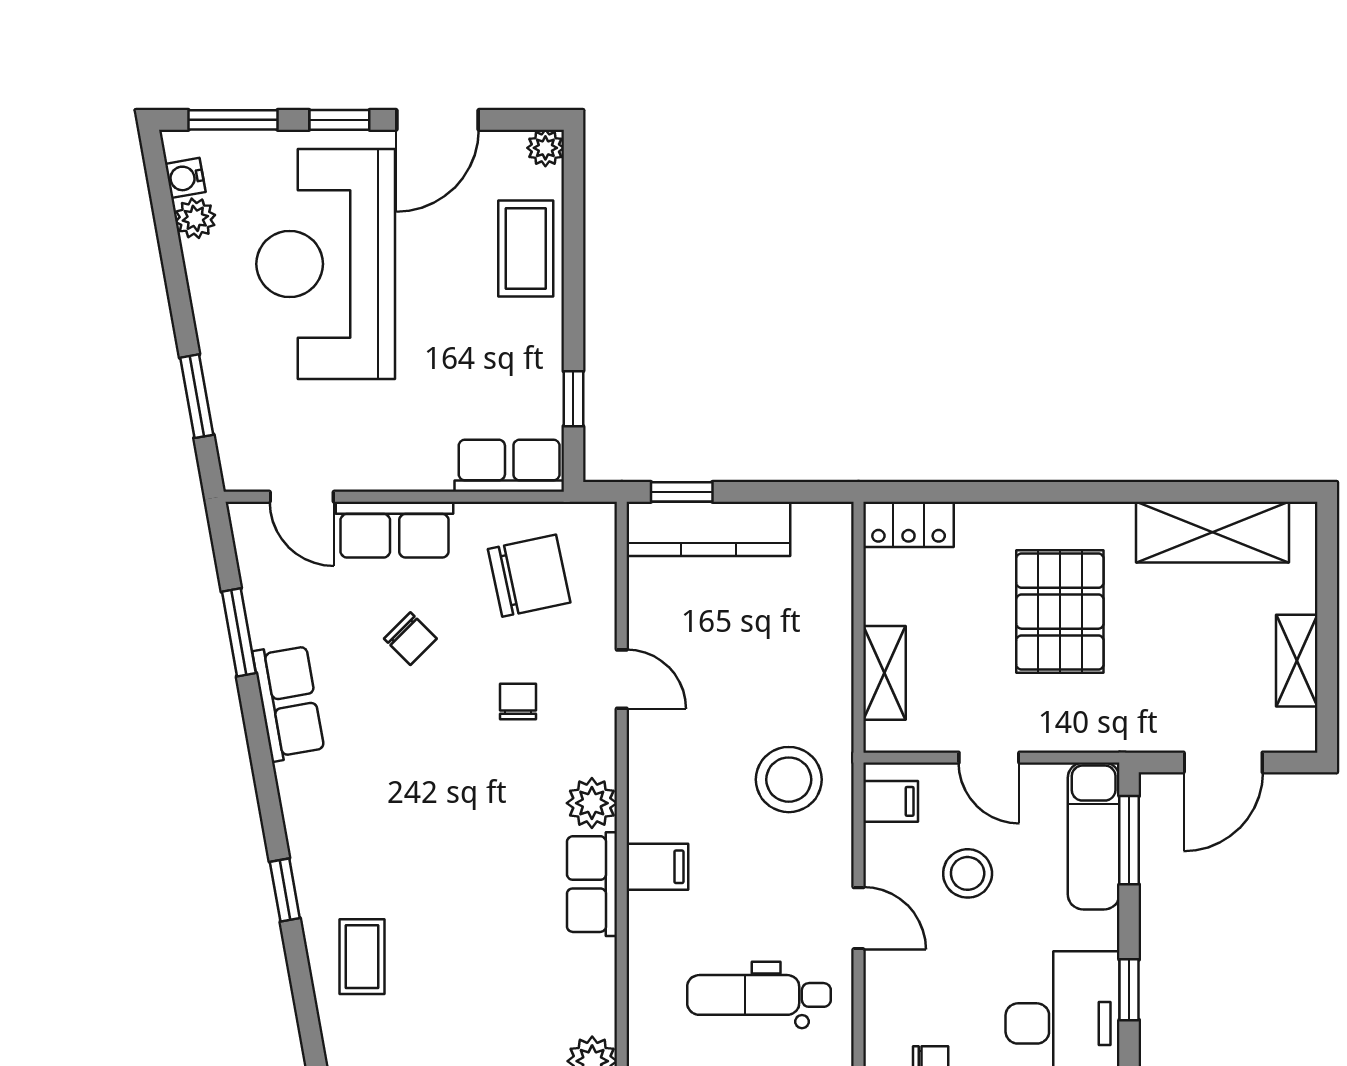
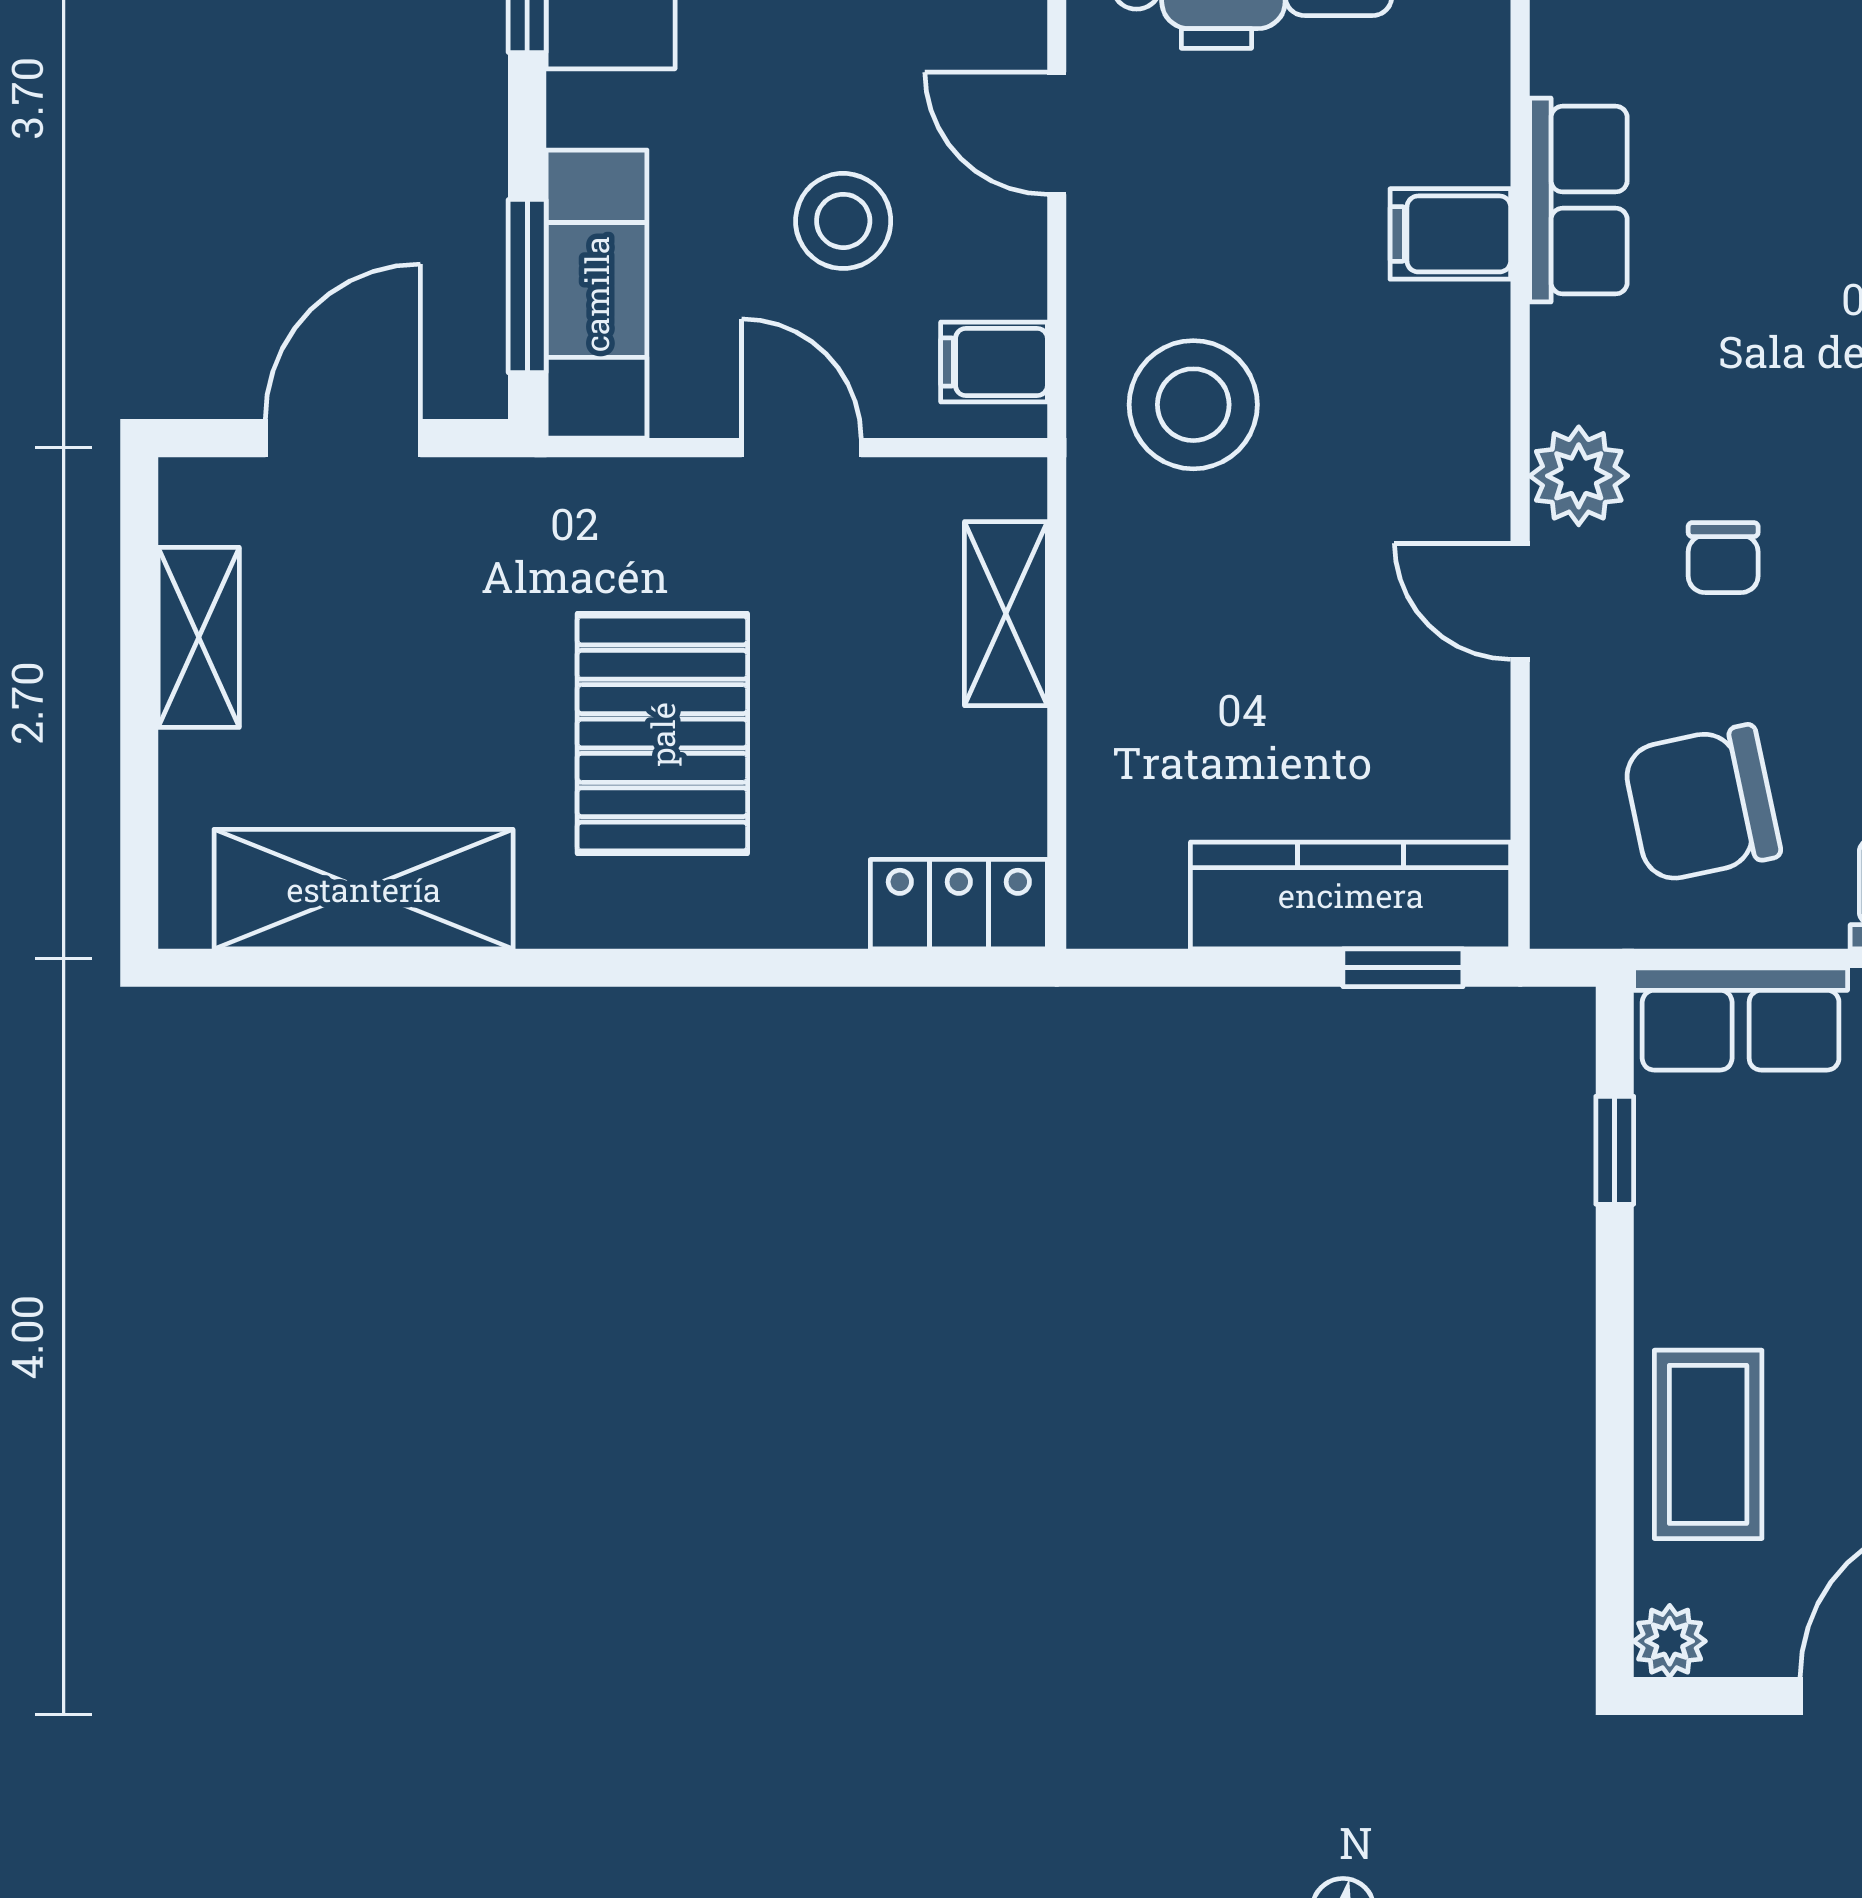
plant: (592, 803) -> (1579, 476), moved

